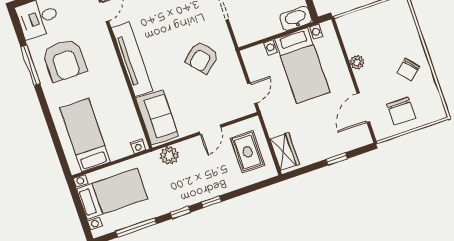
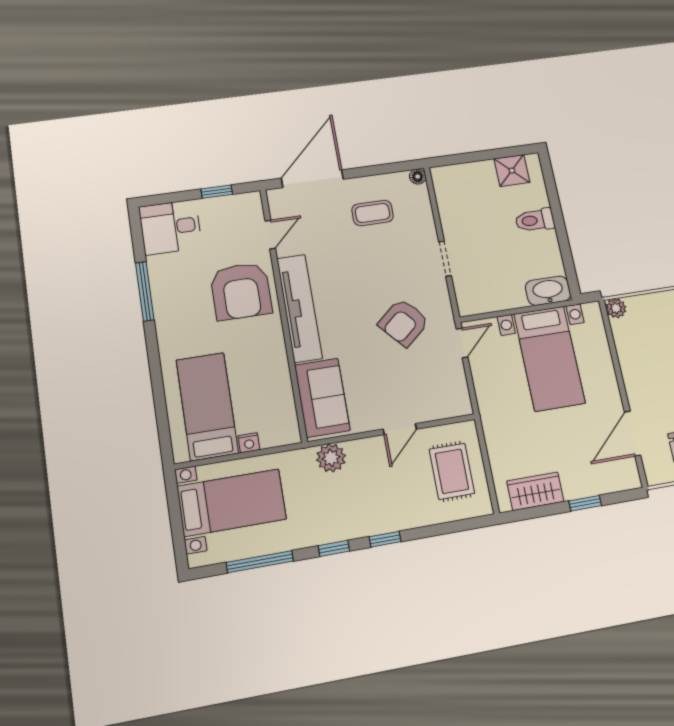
armchair: (65, 60) -> (241, 291), moved
plant: (357, 62) -> (616, 308), moved
door: (252, 93) -> (462, 343), moved
nightstand: (138, 146) -> (249, 443), moved
wardrobe: (284, 151) -> (535, 491), moved, turned -90

